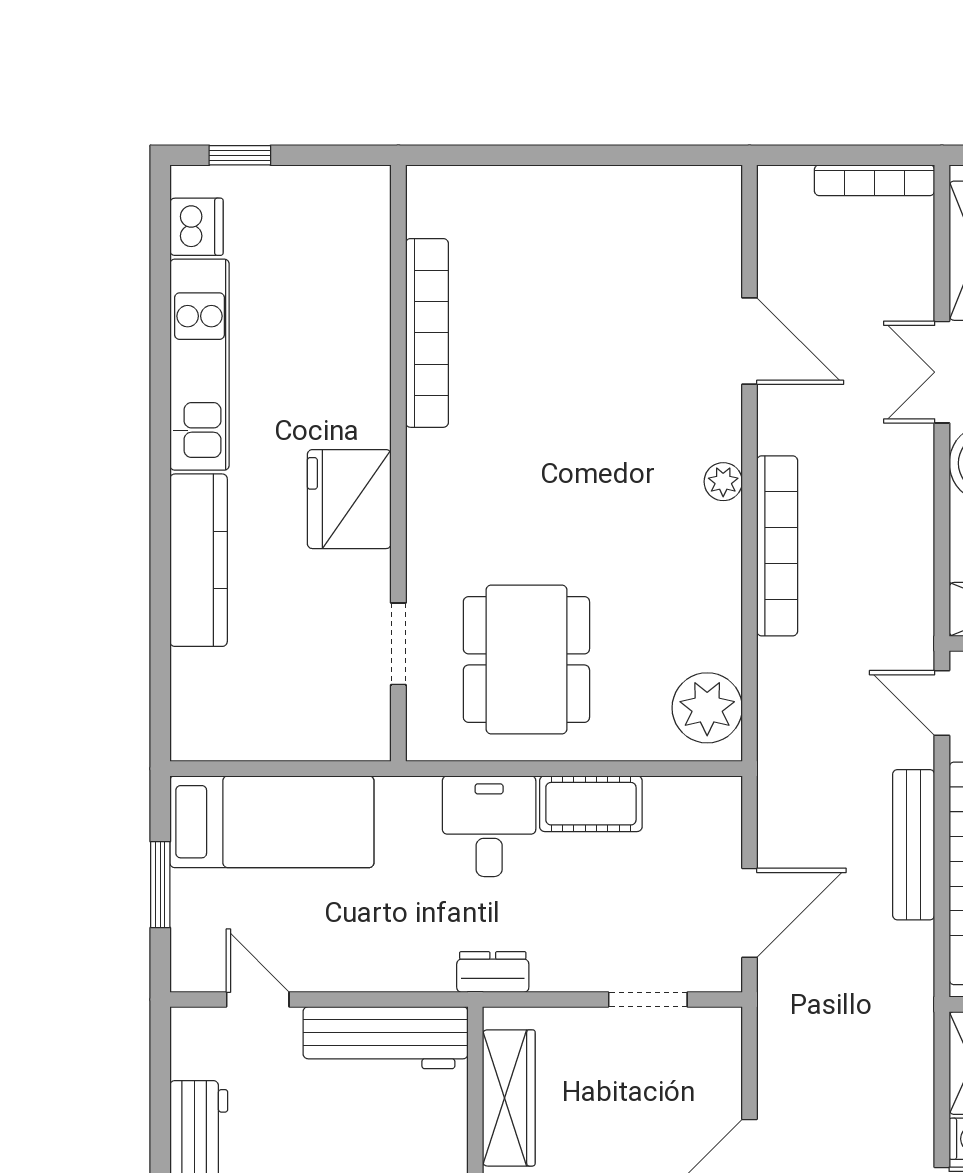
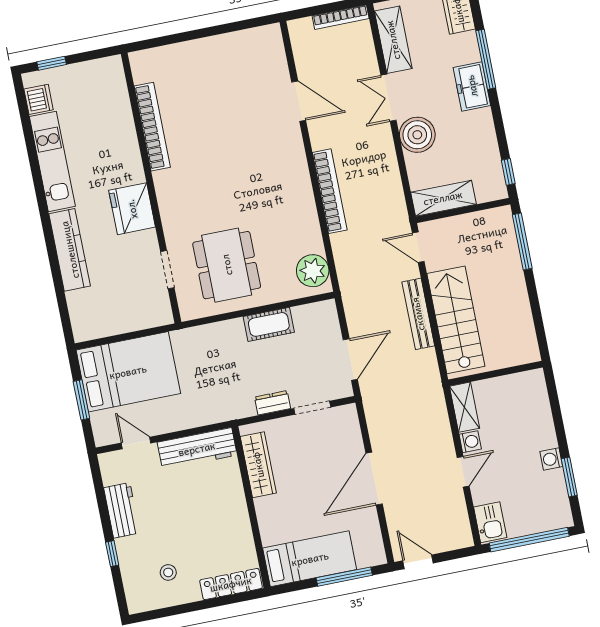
plant: (723, 482) -> (299, 167), removed
bed: (272, 822) -> (128, 372), width x1.50
desk: (489, 826) -> (225, 344), removed
dresser: (493, 972) -> (273, 403), moved

